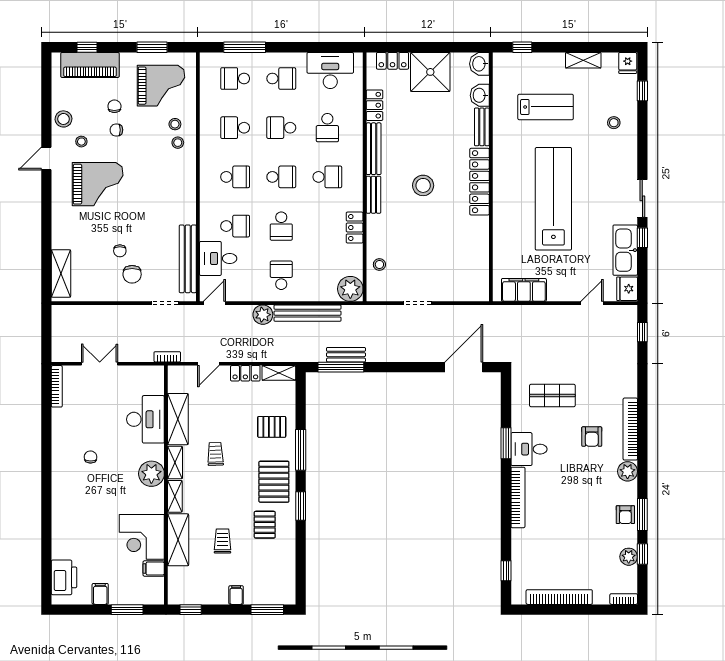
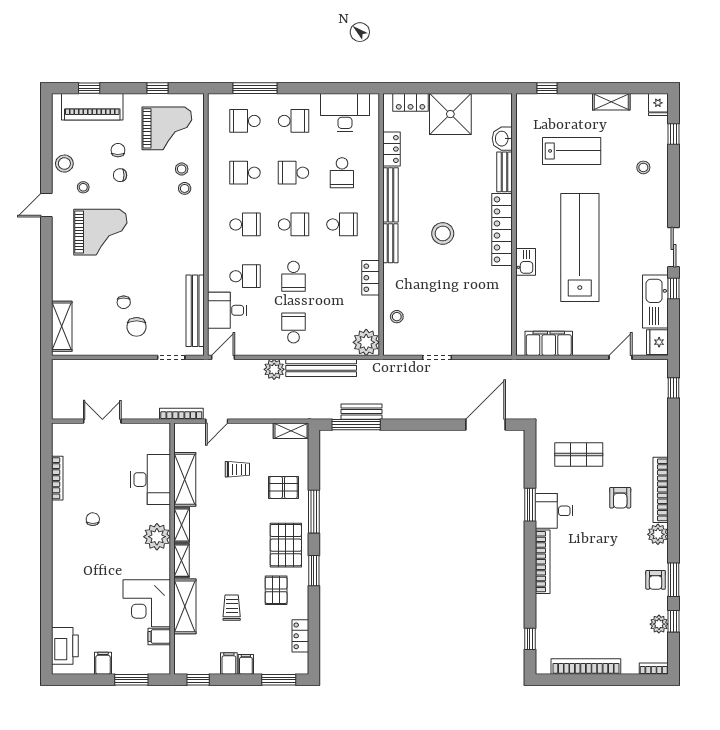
window: (152, 47) -> (157, 88), width x0.67
washbasin: (479, 64) -> (502, 105), removed
kitchen sink: (502, 213) -> (526, 262), added
bookcase: (167, 357) -> (181, 414), width x1.56
locker: (245, 373) -> (300, 636), moved, turned 90
bookcase: (57, 386) -> (57, 478), moved
trolley: (215, 454) -> (237, 469), moved, turned 92
filing cabinet: (220, 594) -> (229, 664), added

